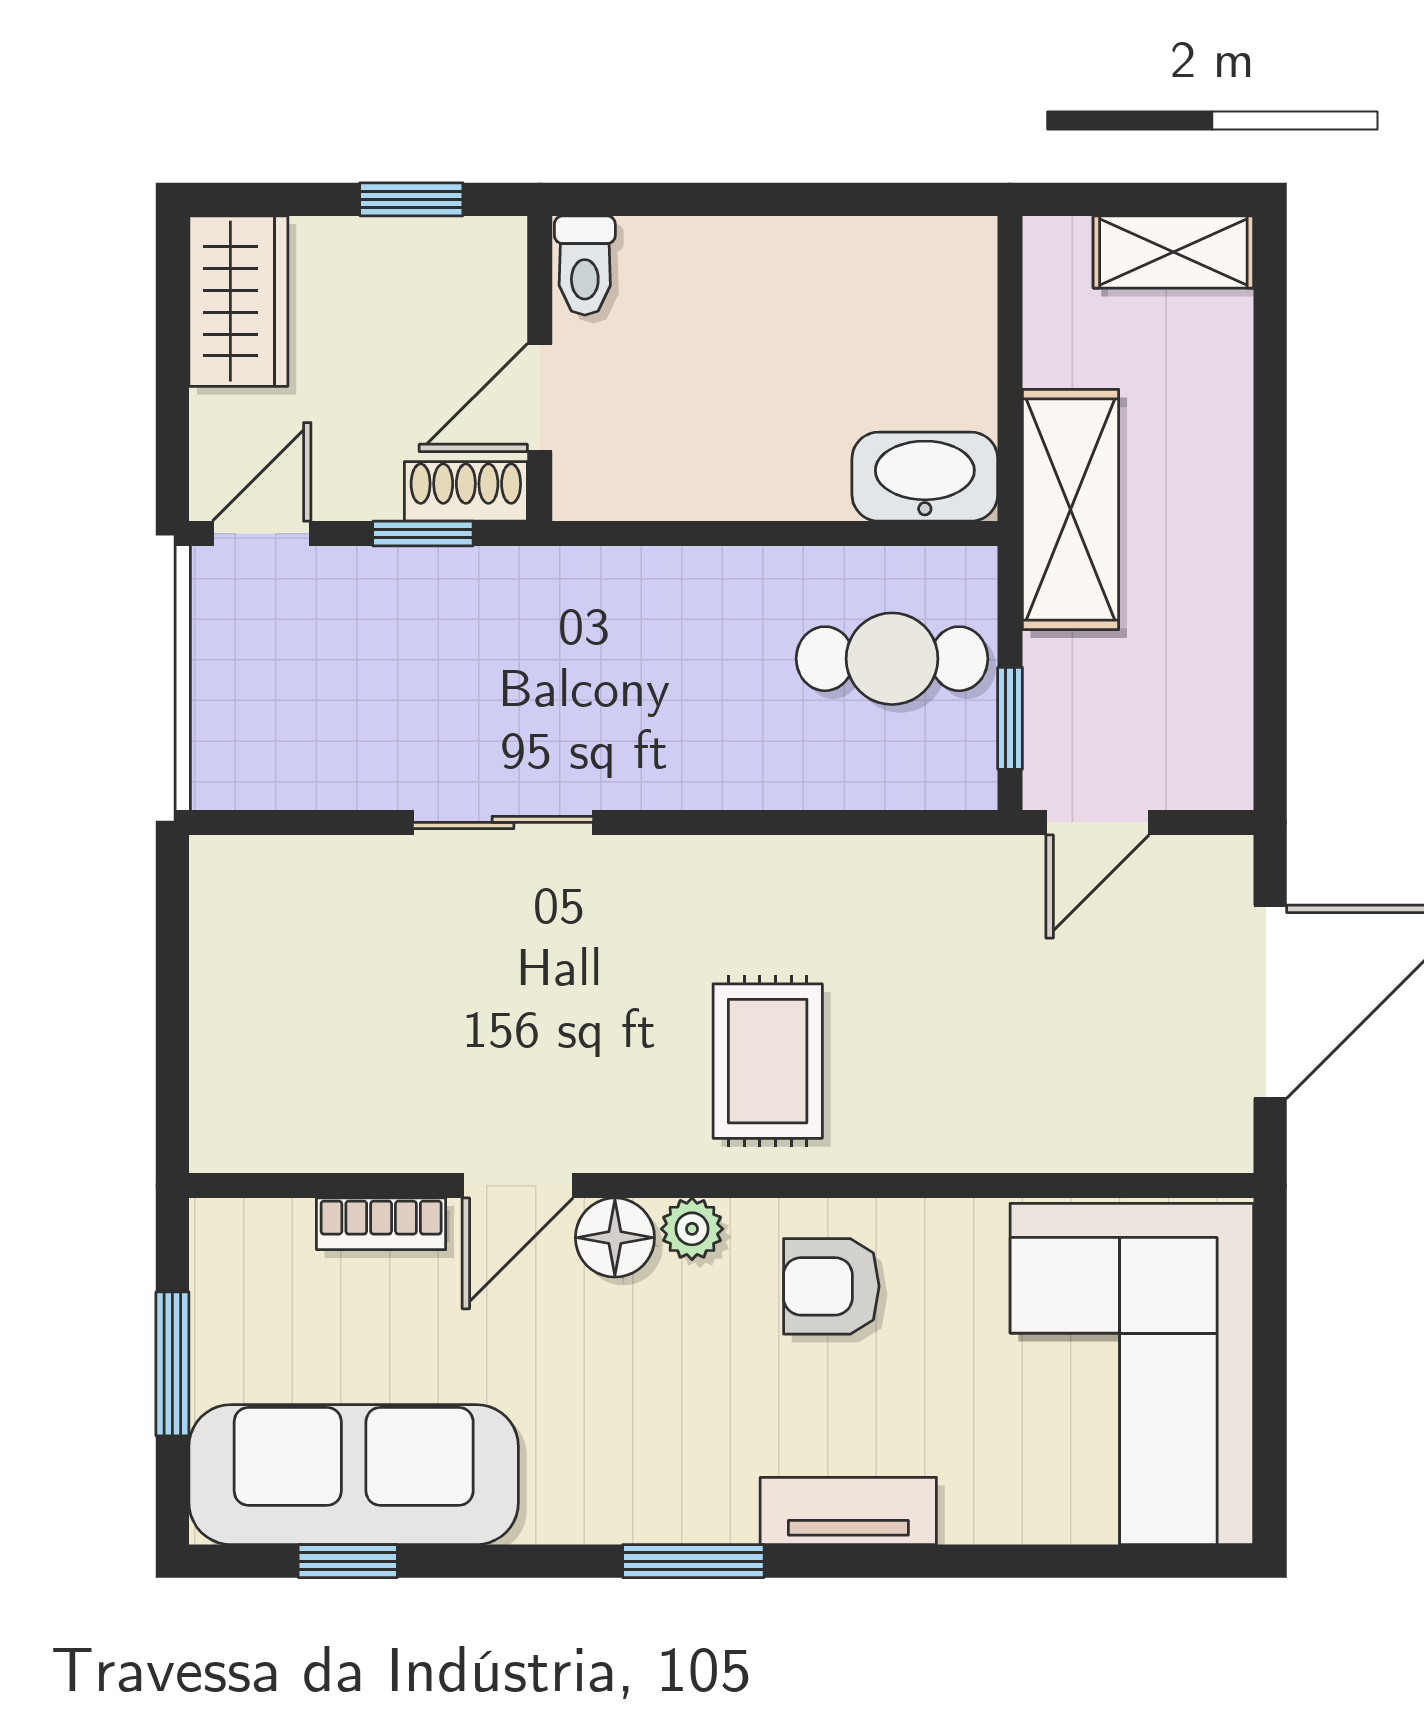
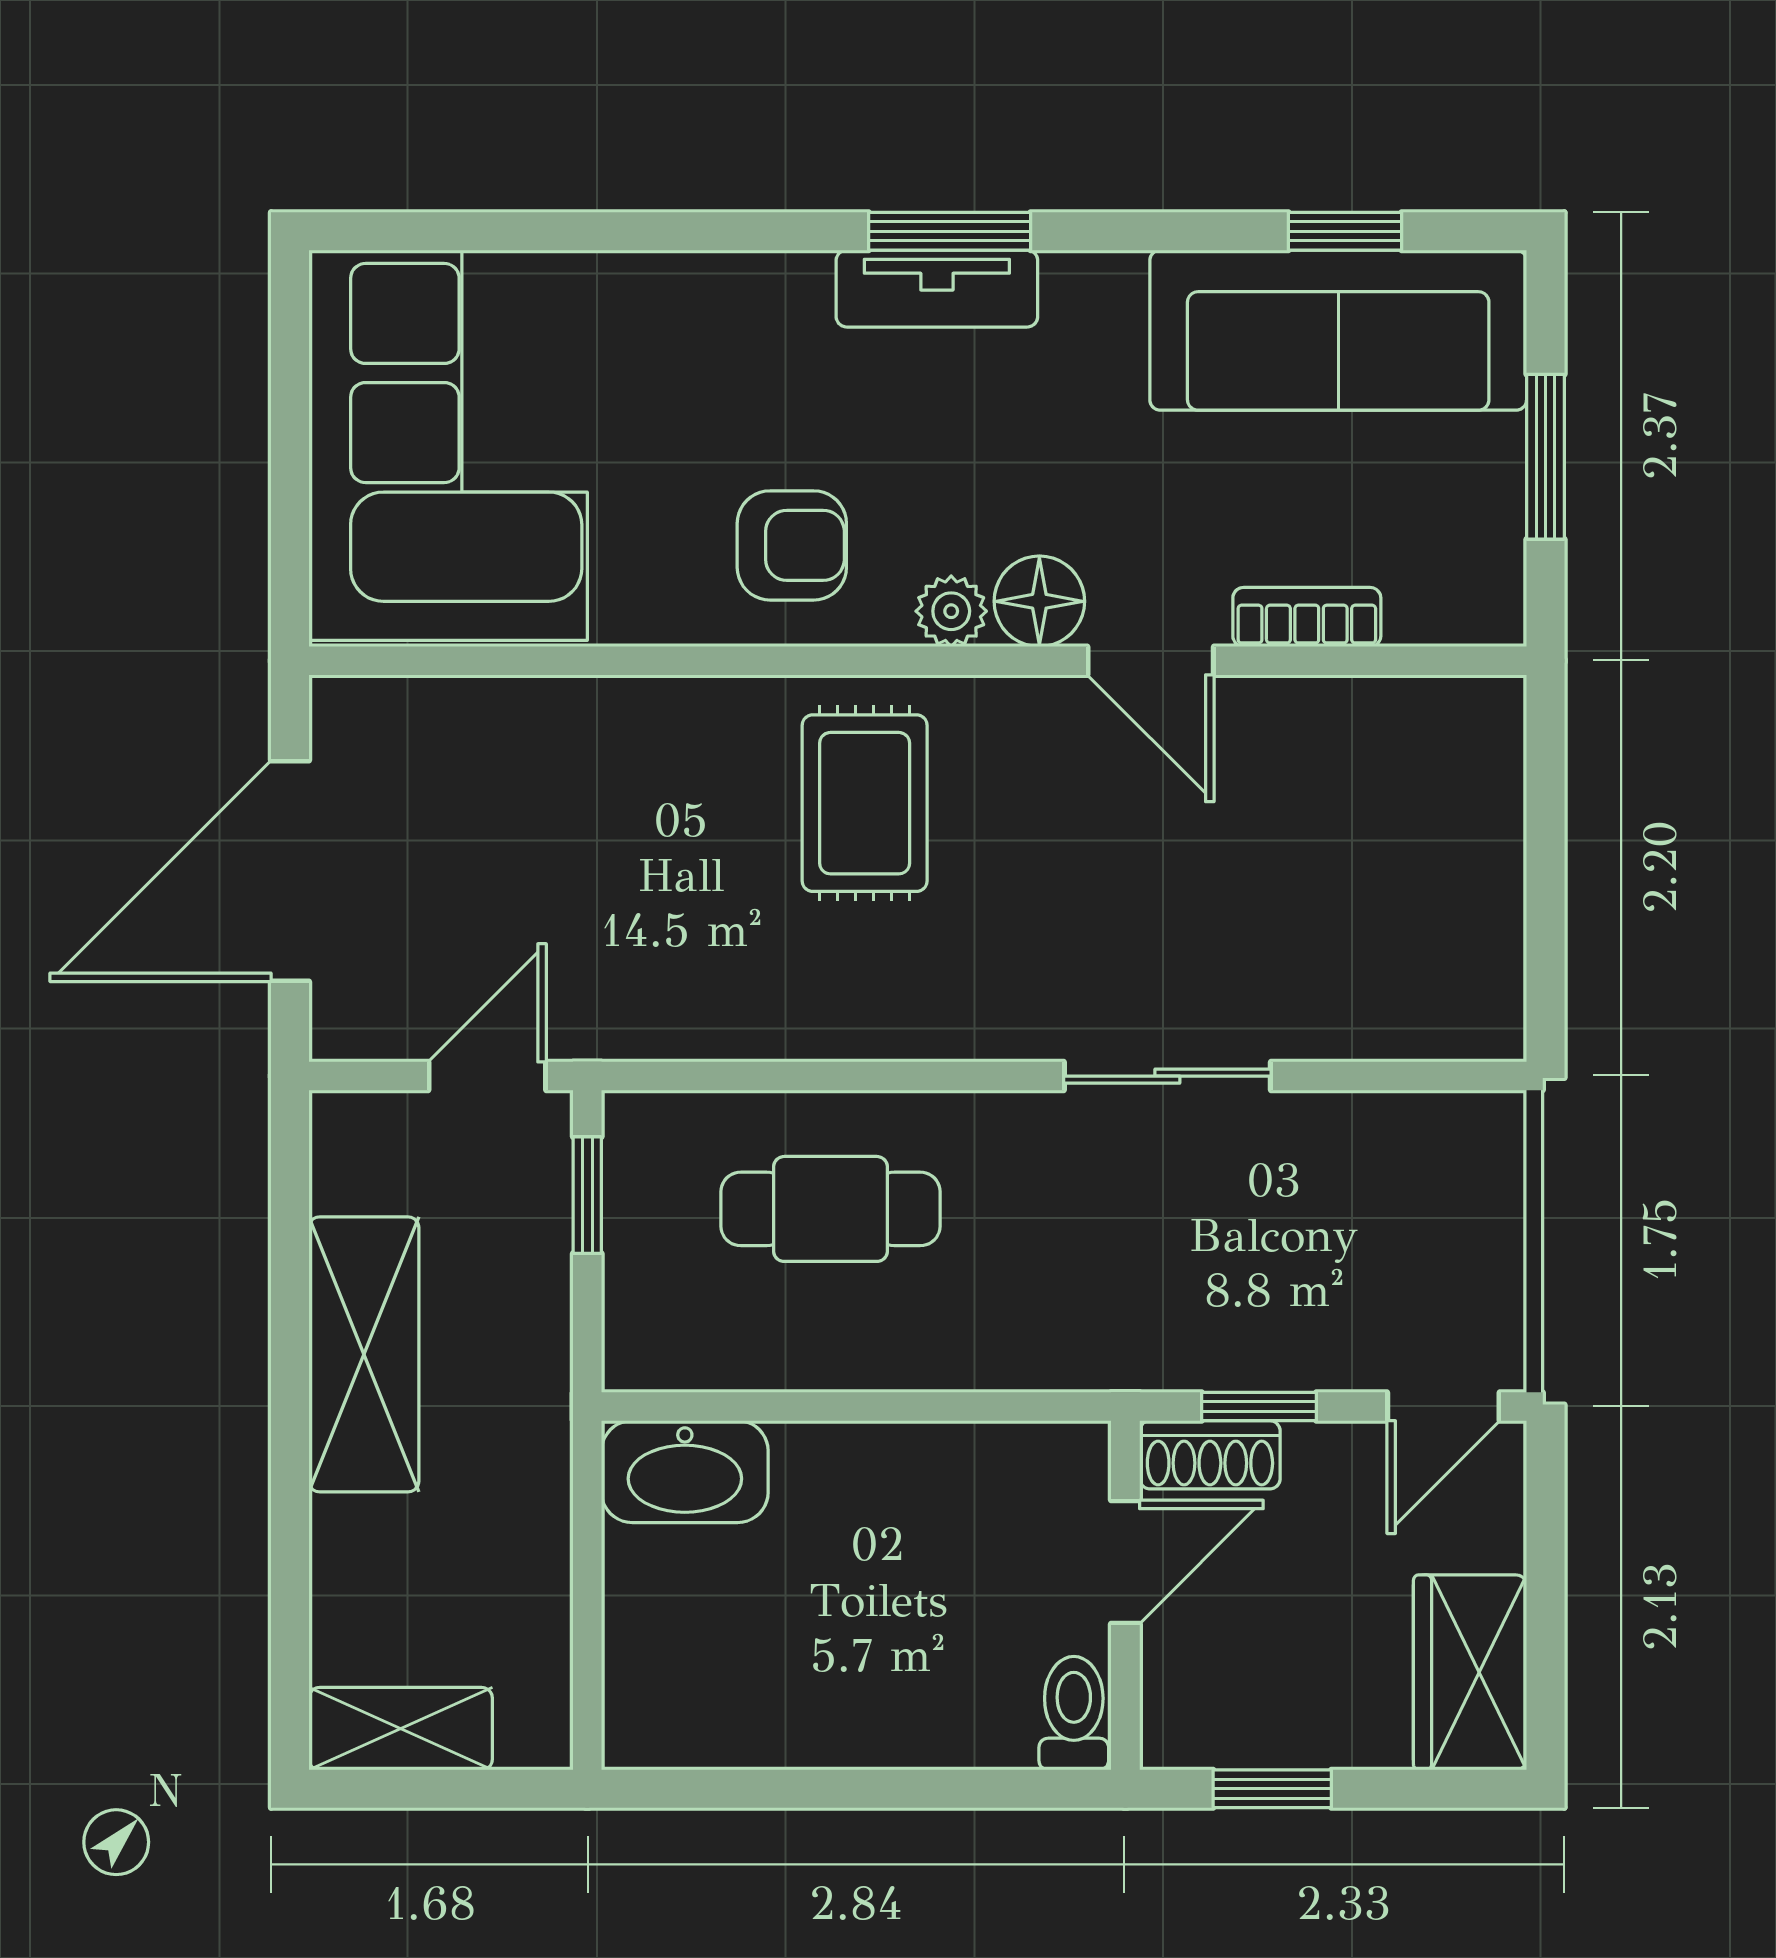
shelving: (1071, 510) -> (364, 1354), moved
cafe table: (892, 659) -> (831, 1209), moved
door: (518, 1186) -> (1151, 661), swing flipped
tv unit: (848, 1511) -> (937, 289), moved

